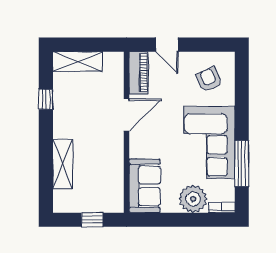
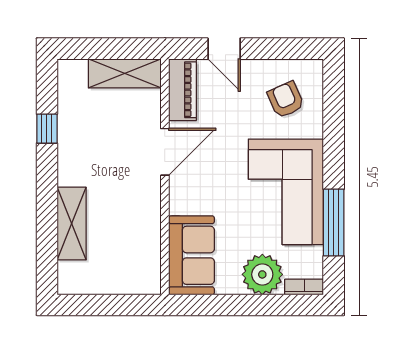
shelving: (78, 61) -> (125, 73), moved
window: (92, 220) -> (115, 305), removed

